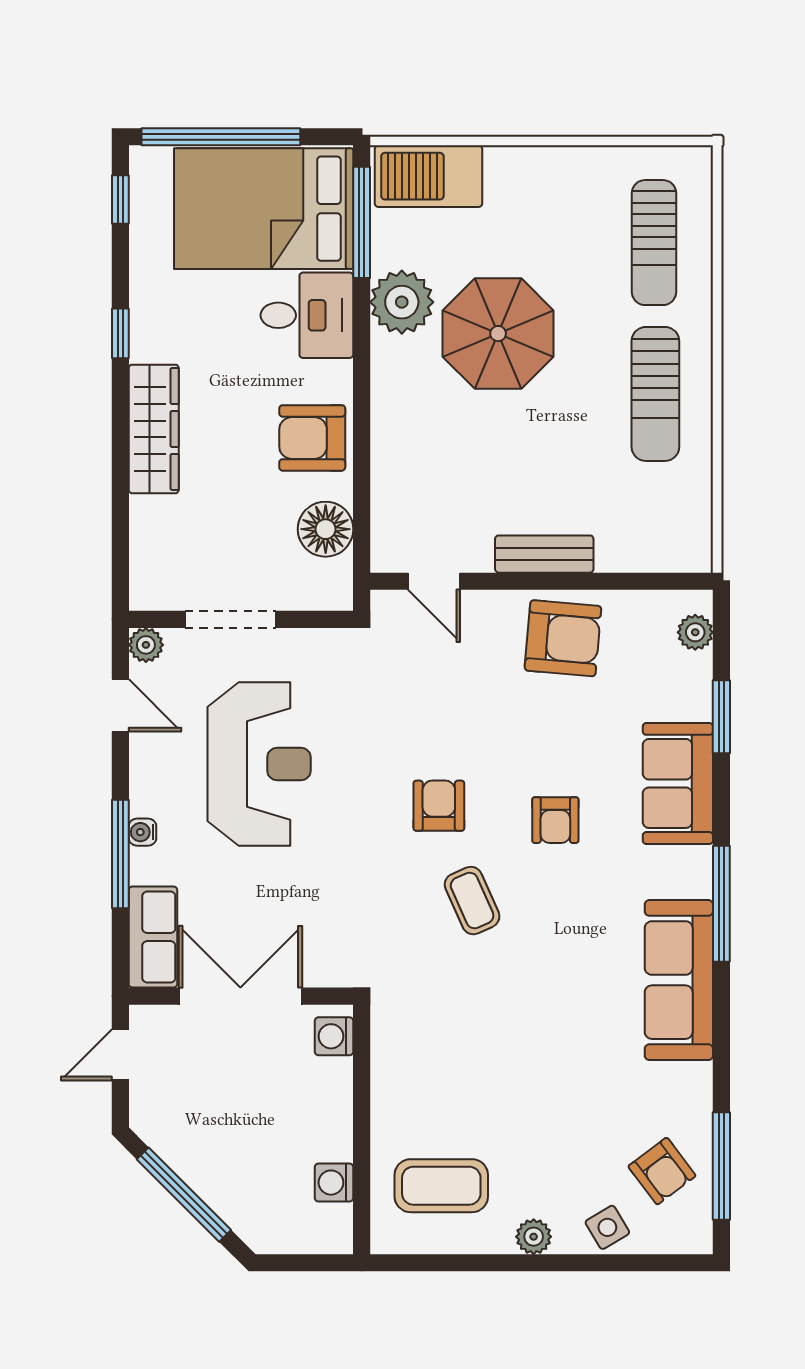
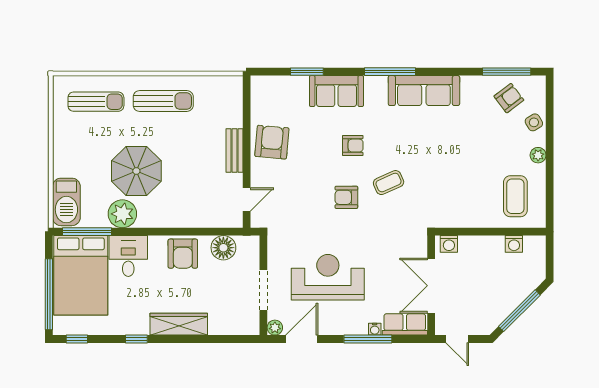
plant: (695, 632) -> (269, 83), removed
door: (120, 705) -> (302, 339), width x1.38
water cooler: (142, 832) -> (375, 329), moved

